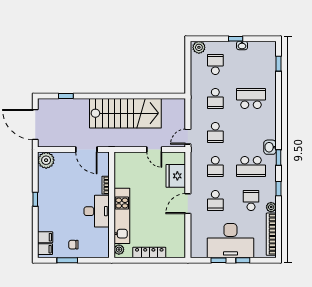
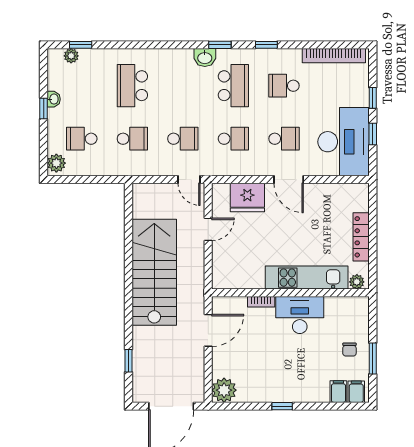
plant: (271, 207) -> (71, 56), moved
desk: (230, 241) -> (344, 142), moved

